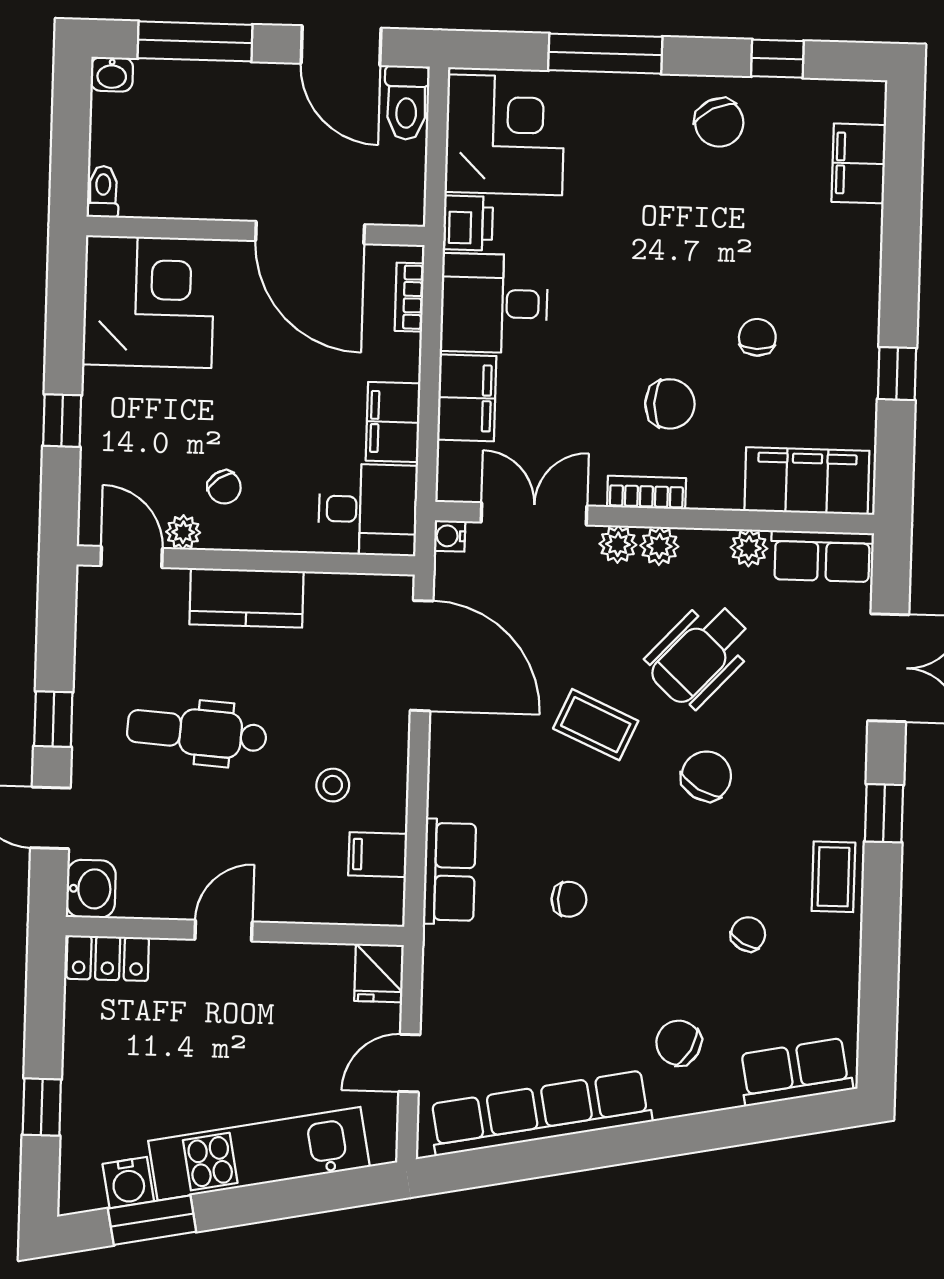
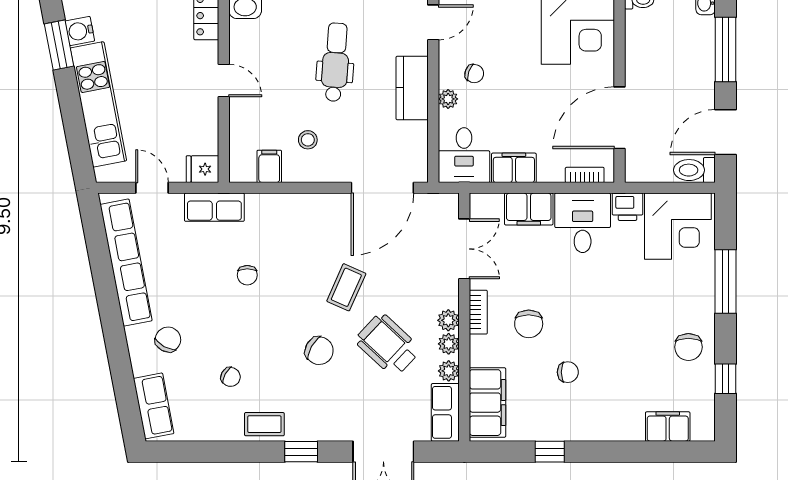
chair: (719, 123) -> (688, 347), turned -63
chair: (224, 487) -> (474, 74), turned -126
plant: (183, 532) -> (448, 99), moved
water cooler: (450, 536) -> (450, 202), removed
plant: (618, 544) -> (449, 344), moved
row of seats: (449, 872) -> (214, 207), moved

